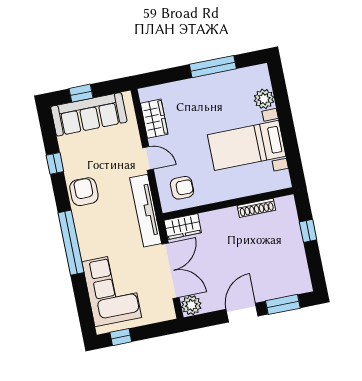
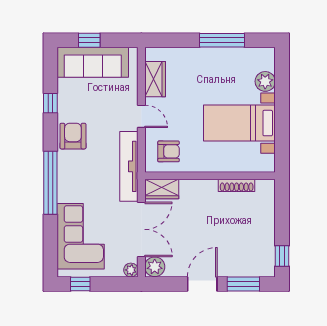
window: (308, 231) -> (282, 256), moved
plant: (168, 313) -> (131, 270), added

